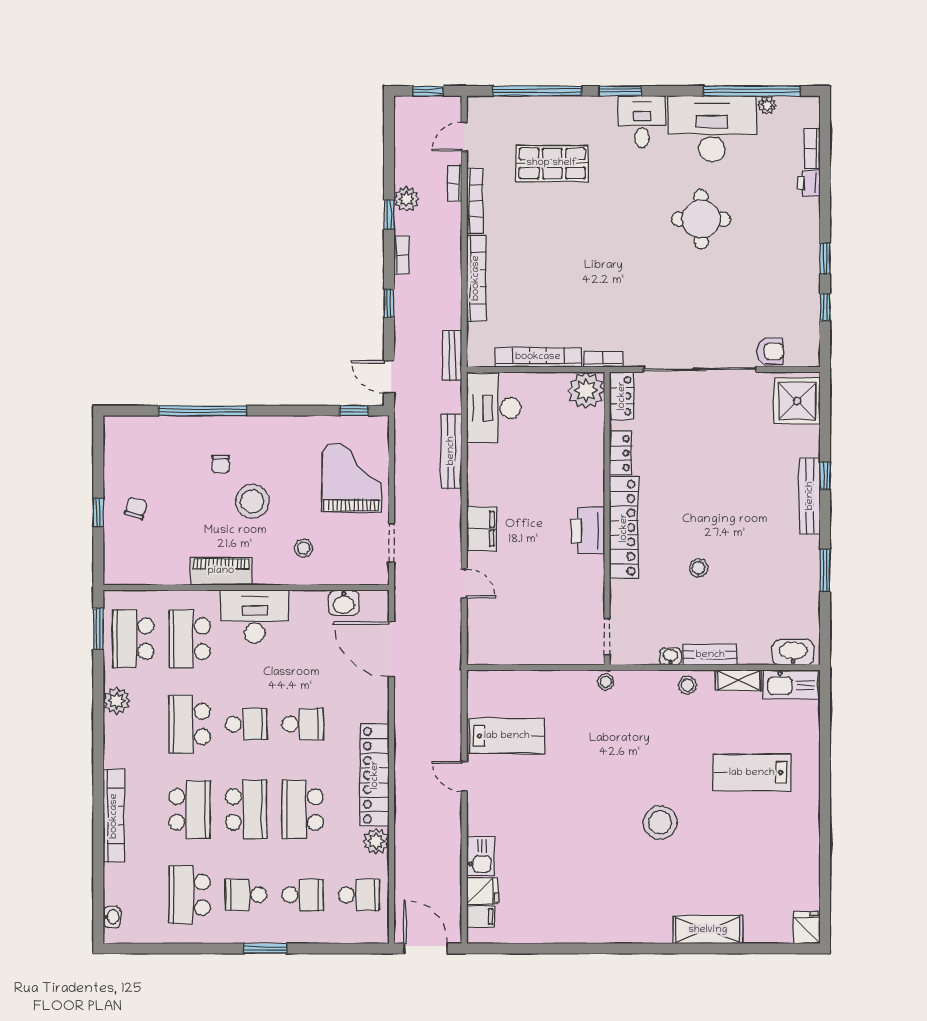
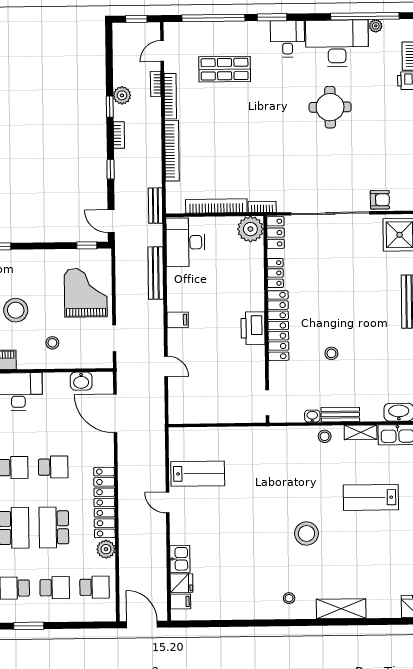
filing cabinet: (481, 529) -> (178, 320), width x0.50
stool: (606, 682) -> (289, 598), moved

